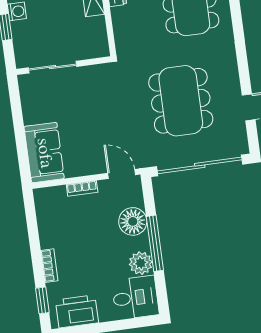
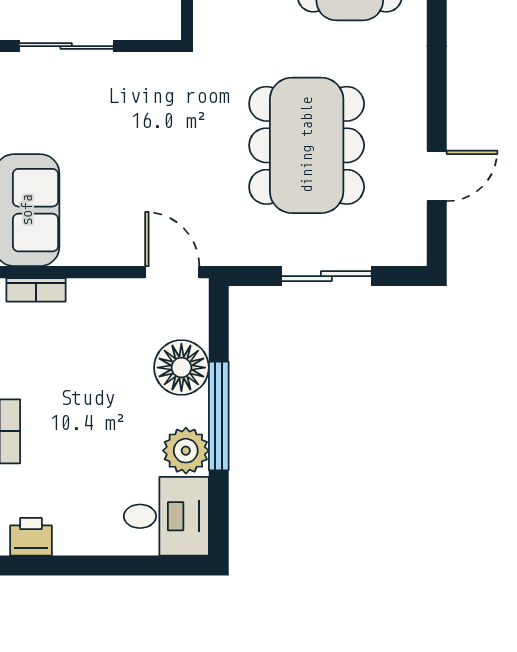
sliding door: (200, 165) -> (326, 276), width x0.54
bookcase: (82, 188) -> (36, 290), moved
printer: (77, 311) -> (31, 537), width x0.53, depth x0.68

